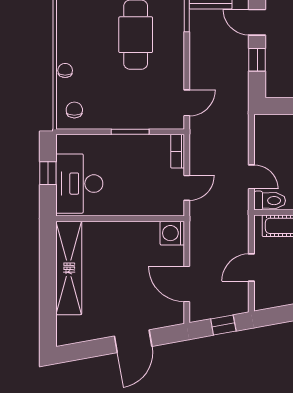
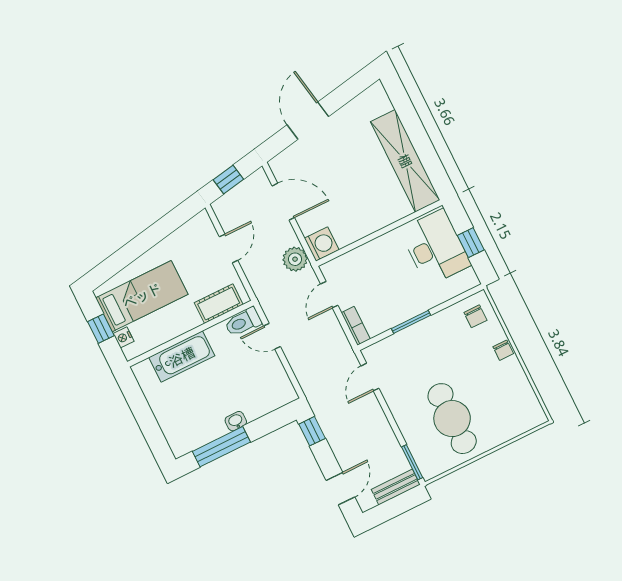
door: (257, 22) -> (340, 489), hinge flipped
window: (257, 60) -> (312, 431), moved
plant: (201, 231) -> (295, 259), added

